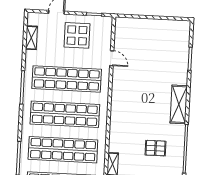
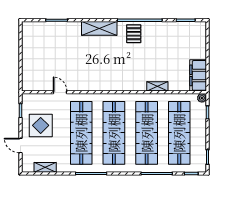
door: (112, 58) -> (60, 92), hinge flipped
pallet: (155, 148) -> (134, 34), moved

